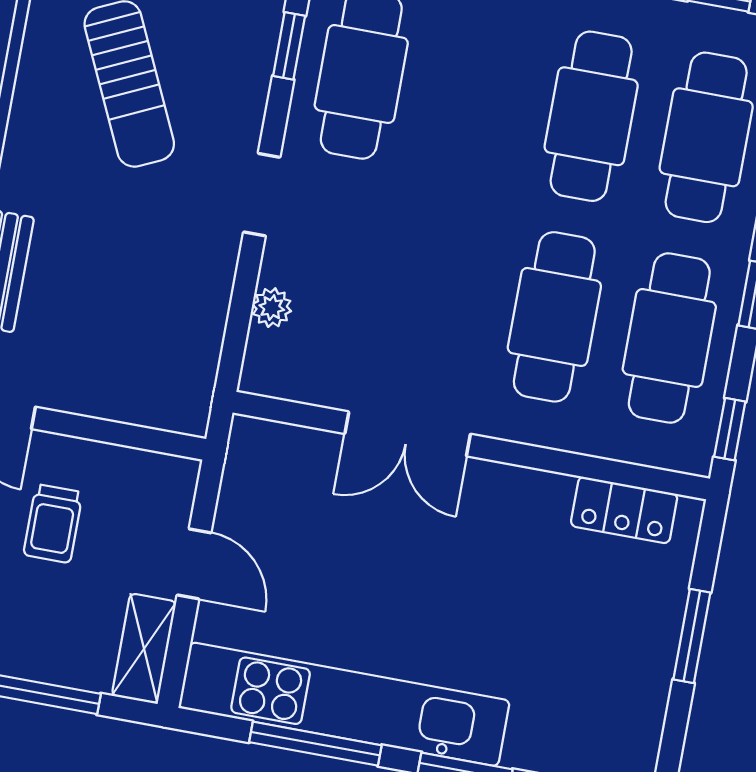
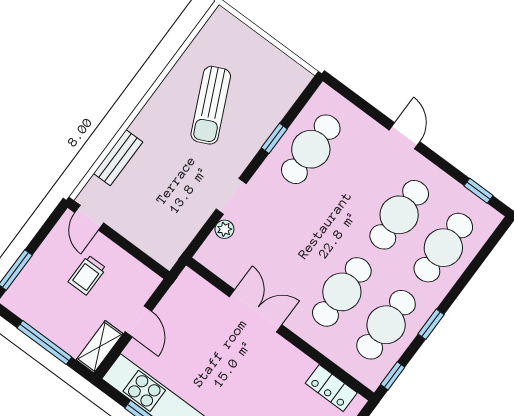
window: (289, 46) -> (274, 138), moved
doorway: (262, 195) -> (231, 196), moved
double door: (408, 434) -> (256, 311), swing flipped

